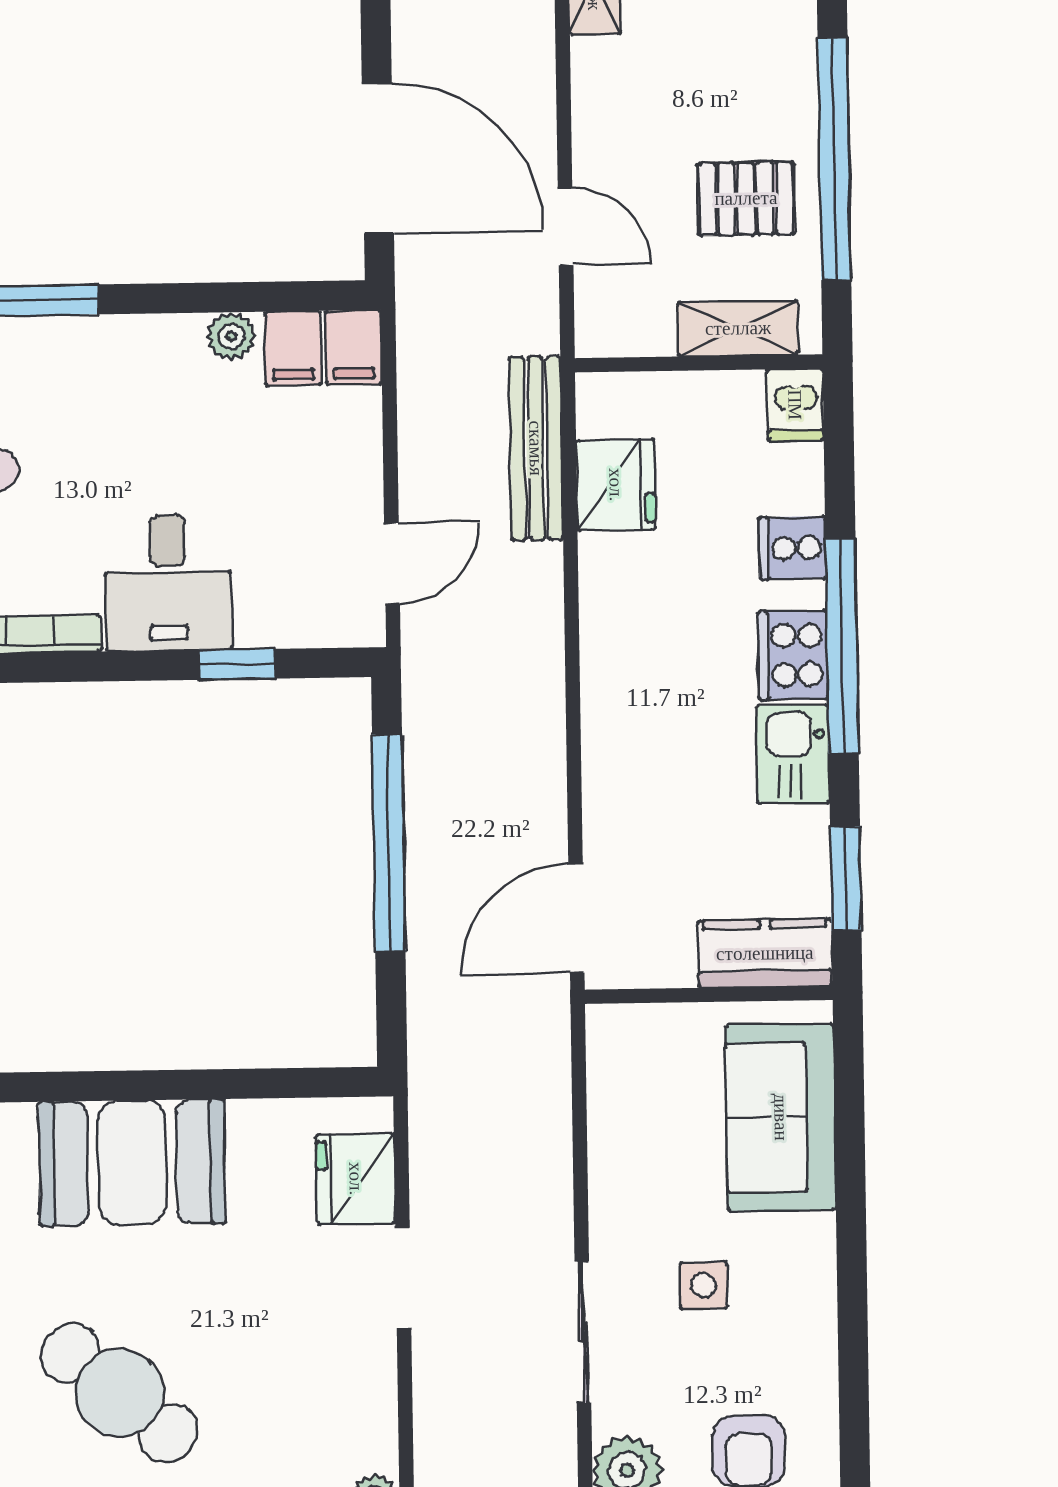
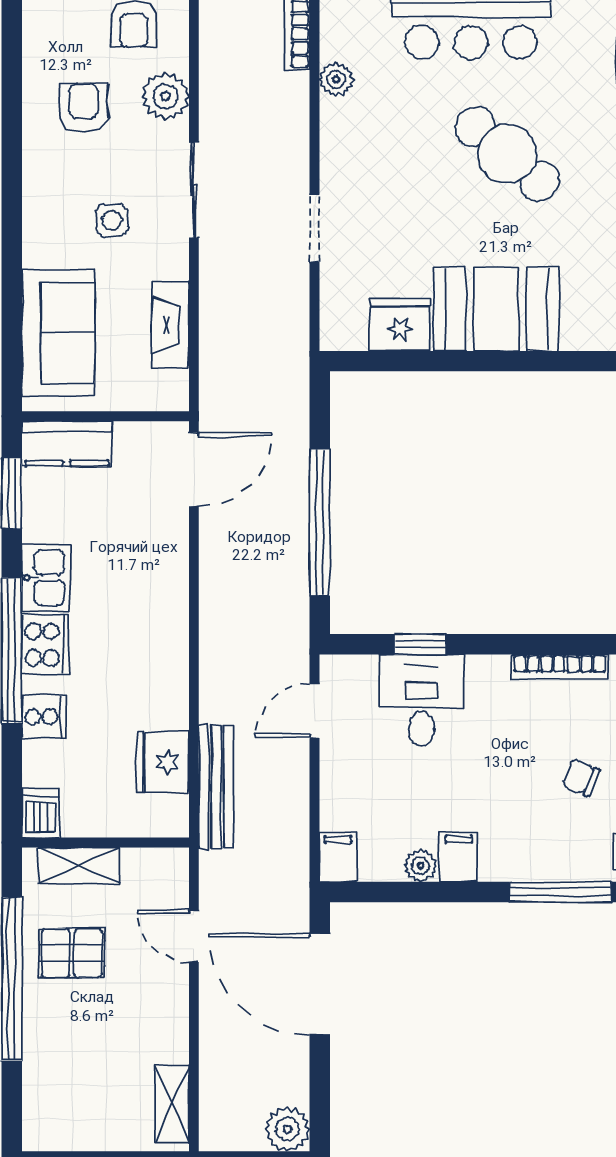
filing cabinet: (293, 348) -> (459, 857), moved
desk: (168, 583) -> (421, 700), moved
fireplace: (614, 1131) -> (171, 325), added
fridge: (356, 1179) -> (400, 325), moved, turned -90

